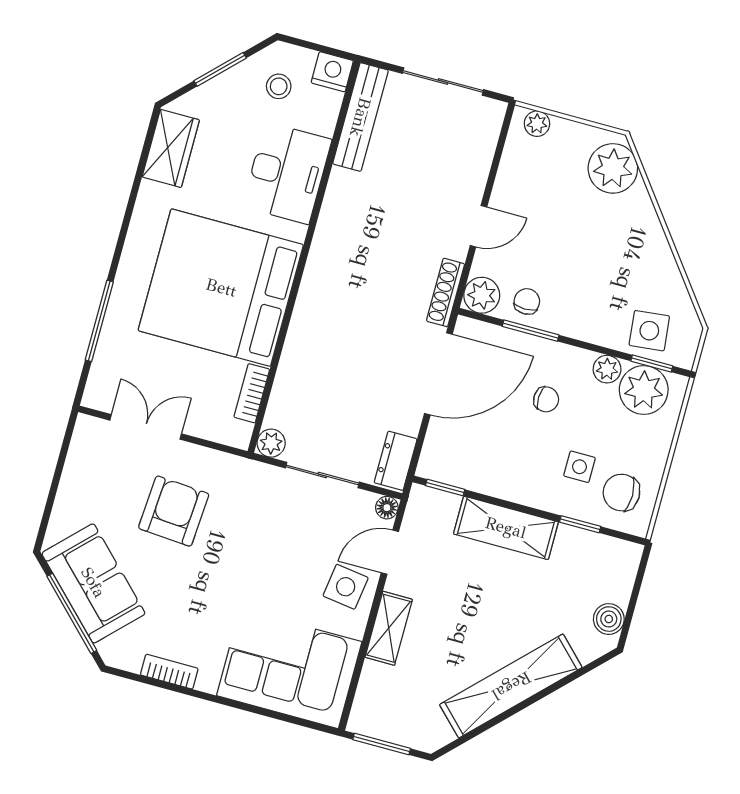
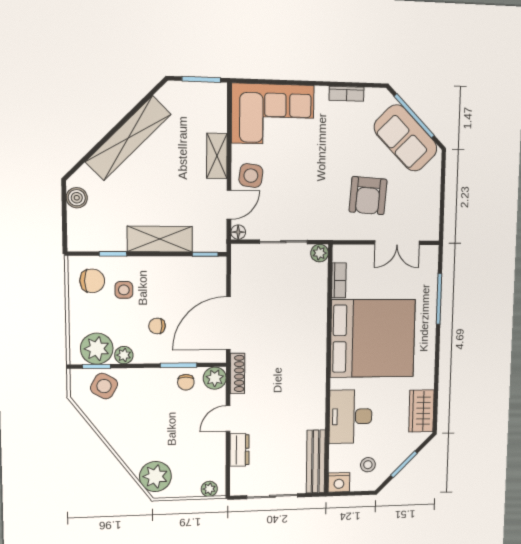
side table: (649, 331) -> (104, 386), turned 35
dresser: (396, 461) -> (239, 450), moved

